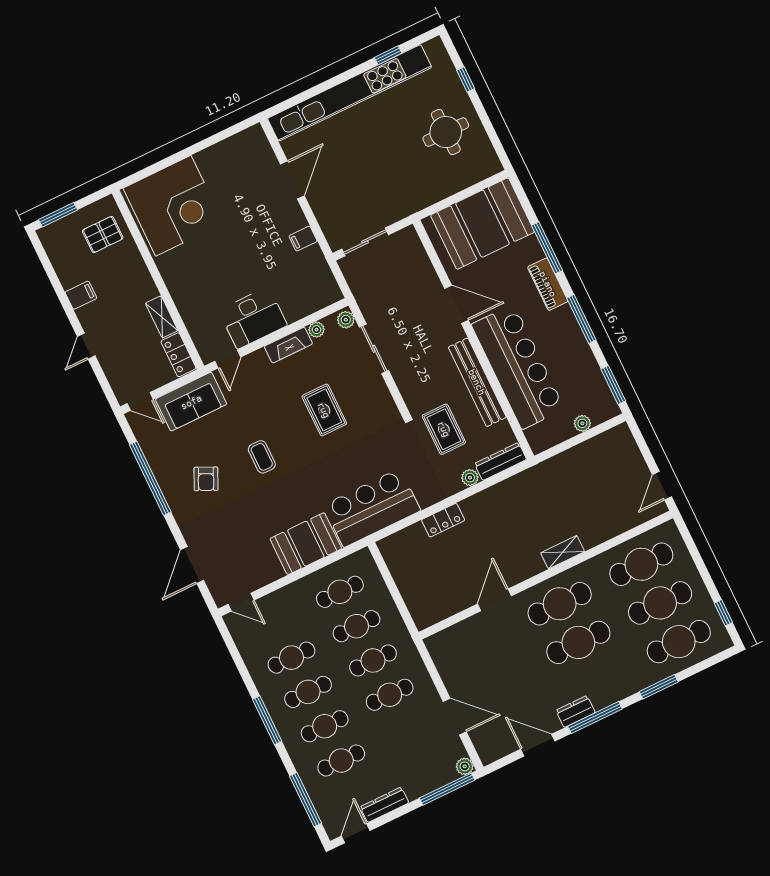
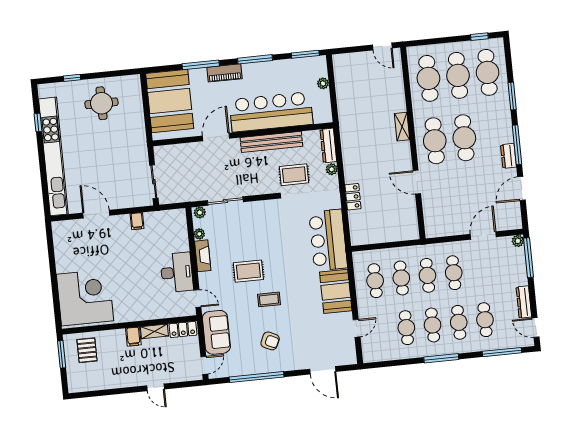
window: (58, 215) -> (62, 354), moved
filing cabinet: (81, 295) -> (133, 337), moved, turned 180
rug: (324, 410) -> (248, 271), moved
door: (241, 602) -> (357, 328), moved

